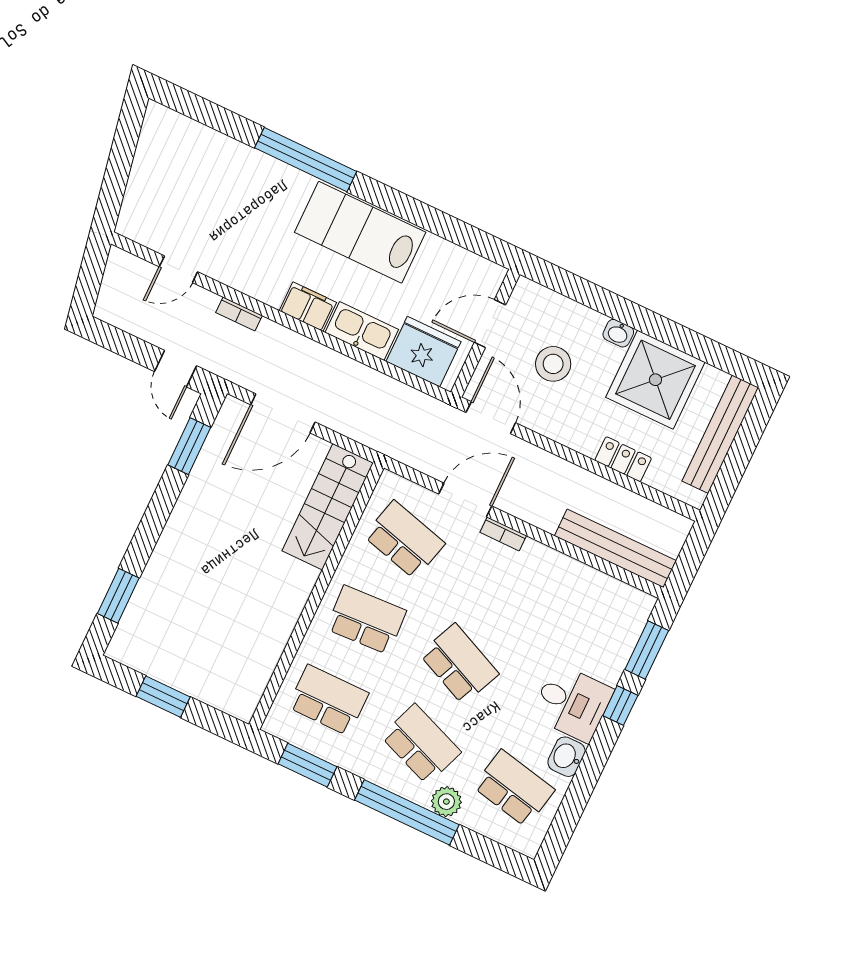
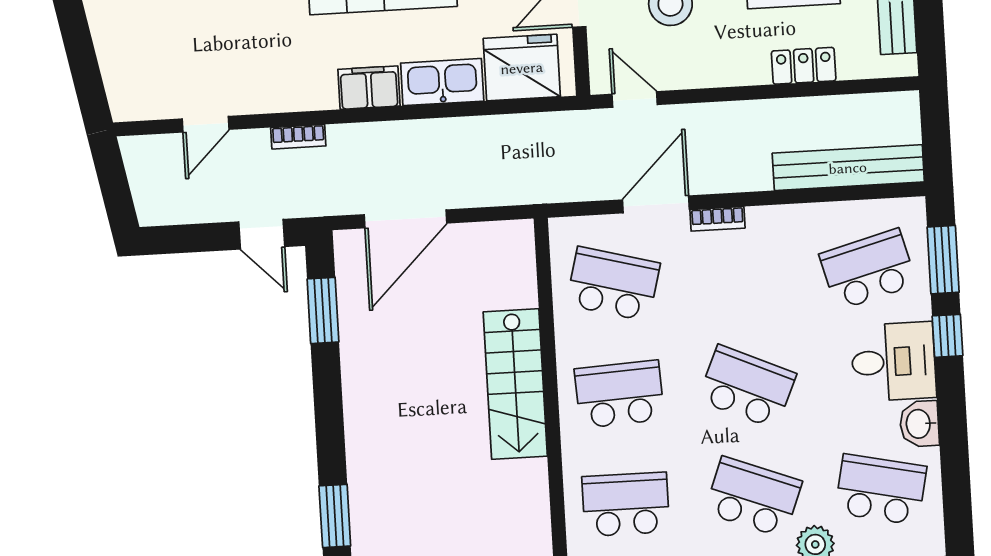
door: (491, 418) -> (635, 99), width x0.73
stairs: (328, 507) -> (515, 384), moved
school desk: (590, 628) -> (868, 269), added

